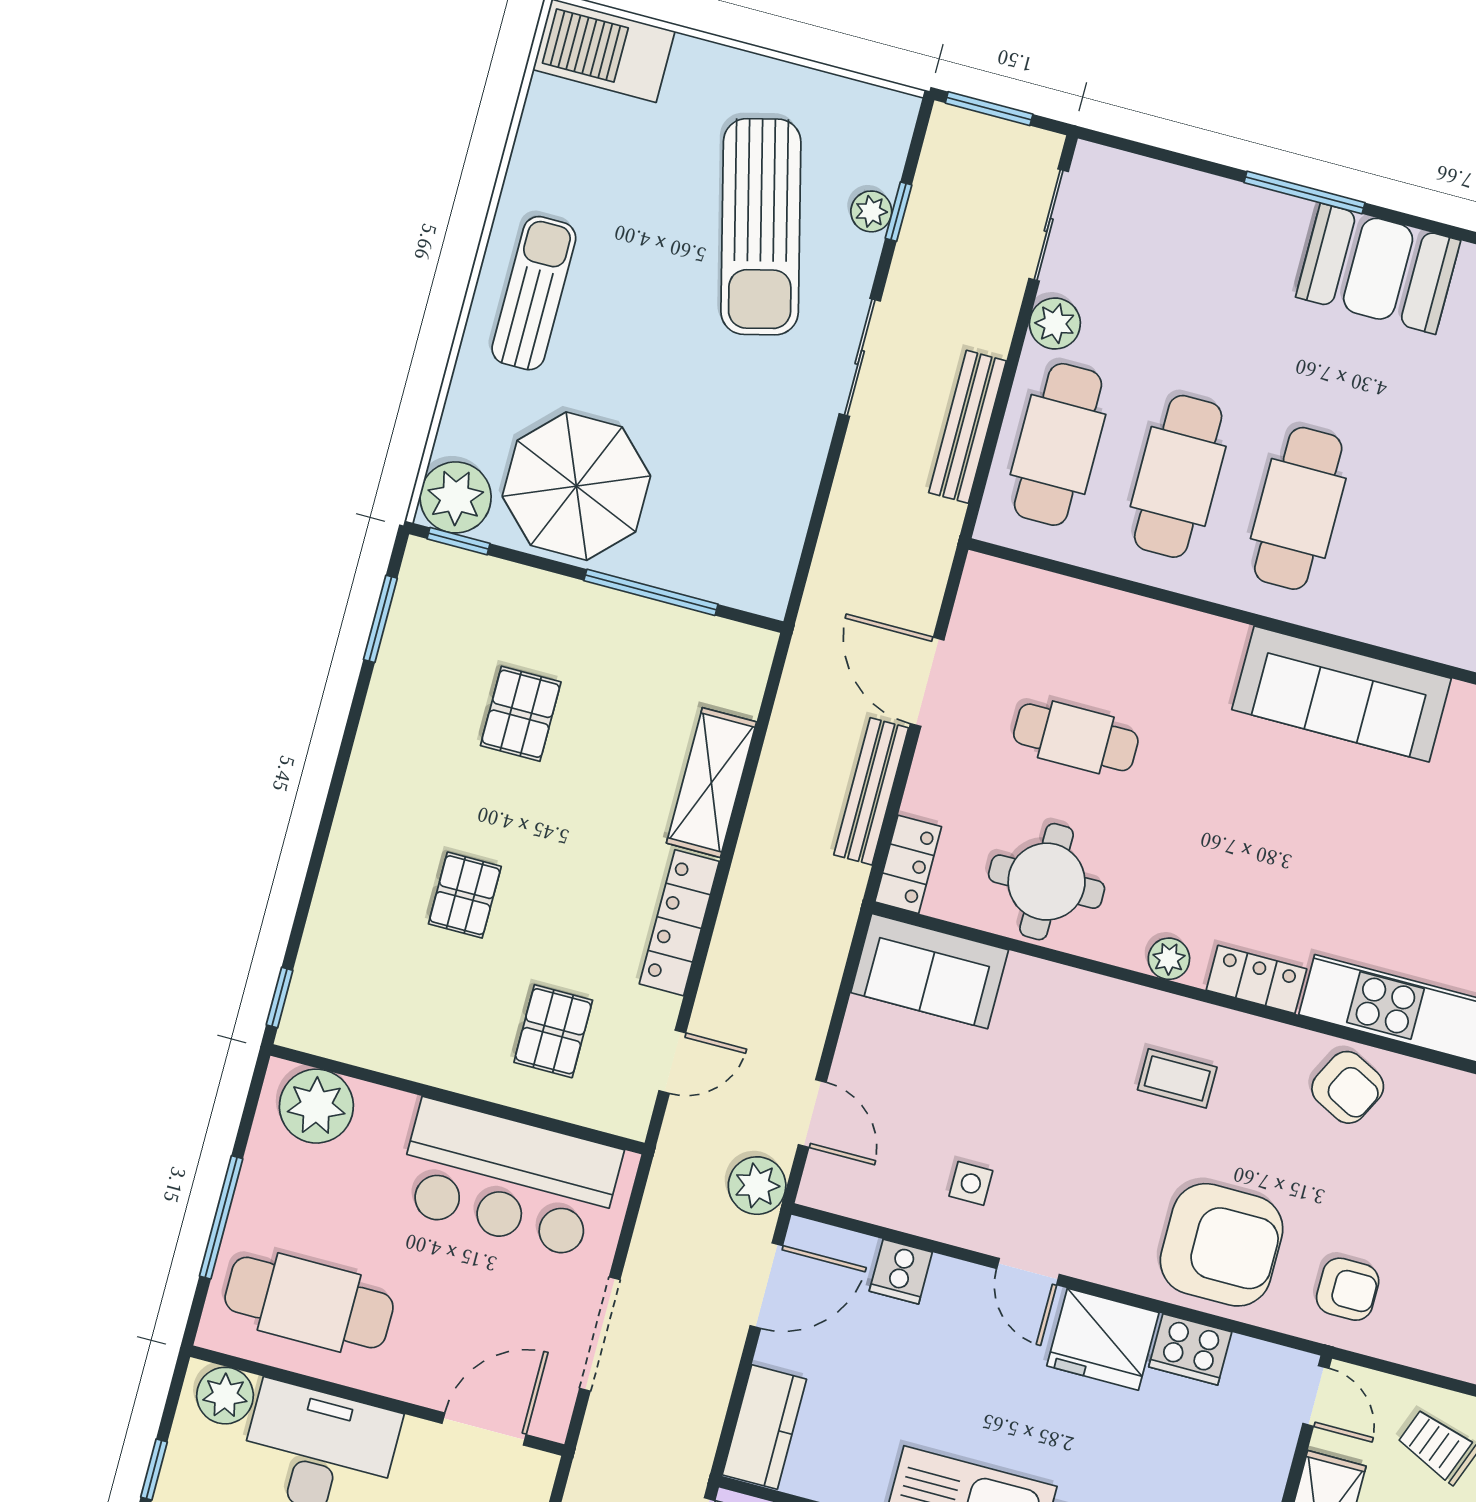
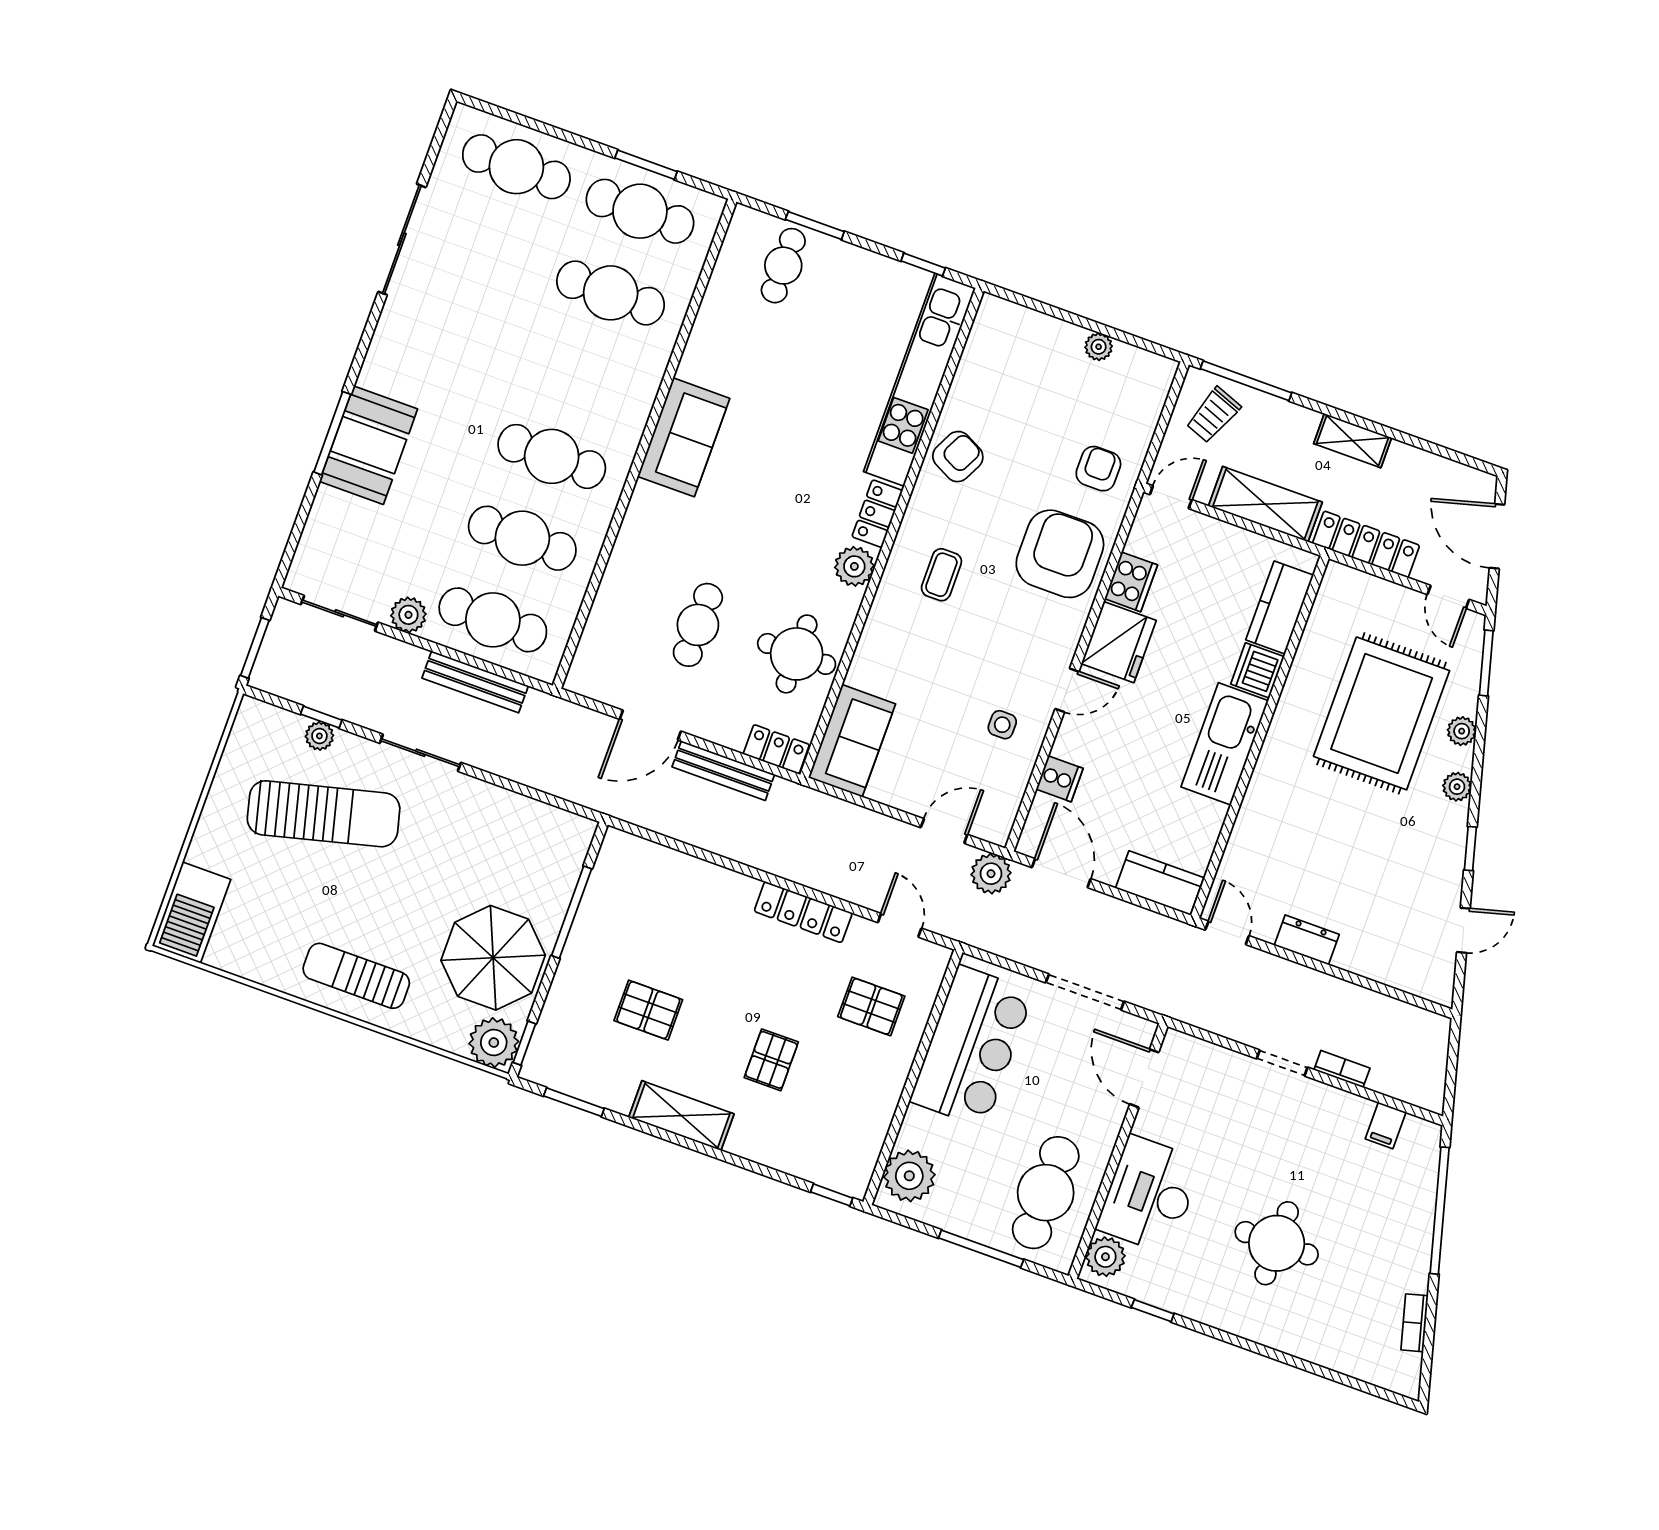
booth: (1378, 269) -> (368, 445), moved
sofa: (1342, 694) -> (684, 437), width x0.73
shelving: (711, 783) -> (681, 1116), moved
pallet: (465, 895) -> (771, 1060), turned 90
plant: (1169, 959) -> (854, 566), width x1.38, depth x1.38

